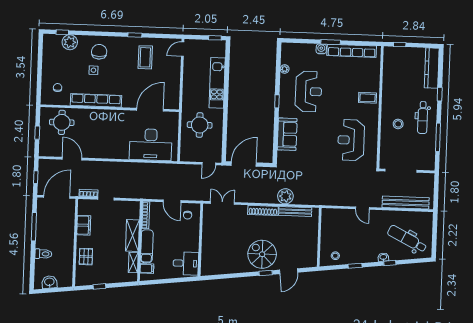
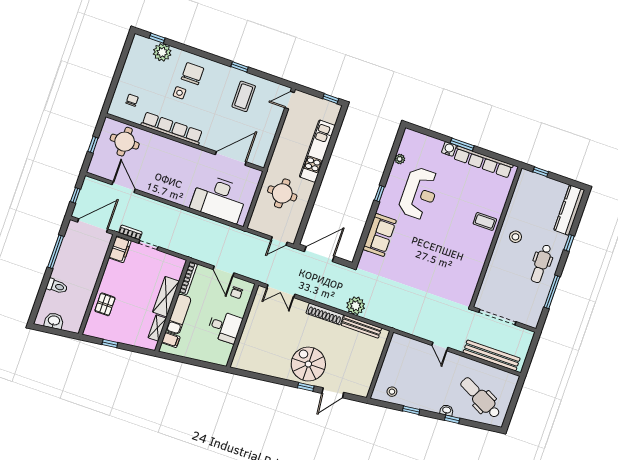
stool: (398, 124) -> (515, 237), moved
reception desk: (351, 140) -> (451, 264), removed
double door: (222, 203) -> (281, 291), swing flipped
filing cabinet: (84, 225) -> (120, 249), moved
desk: (186, 263) -> (225, 327), moved

